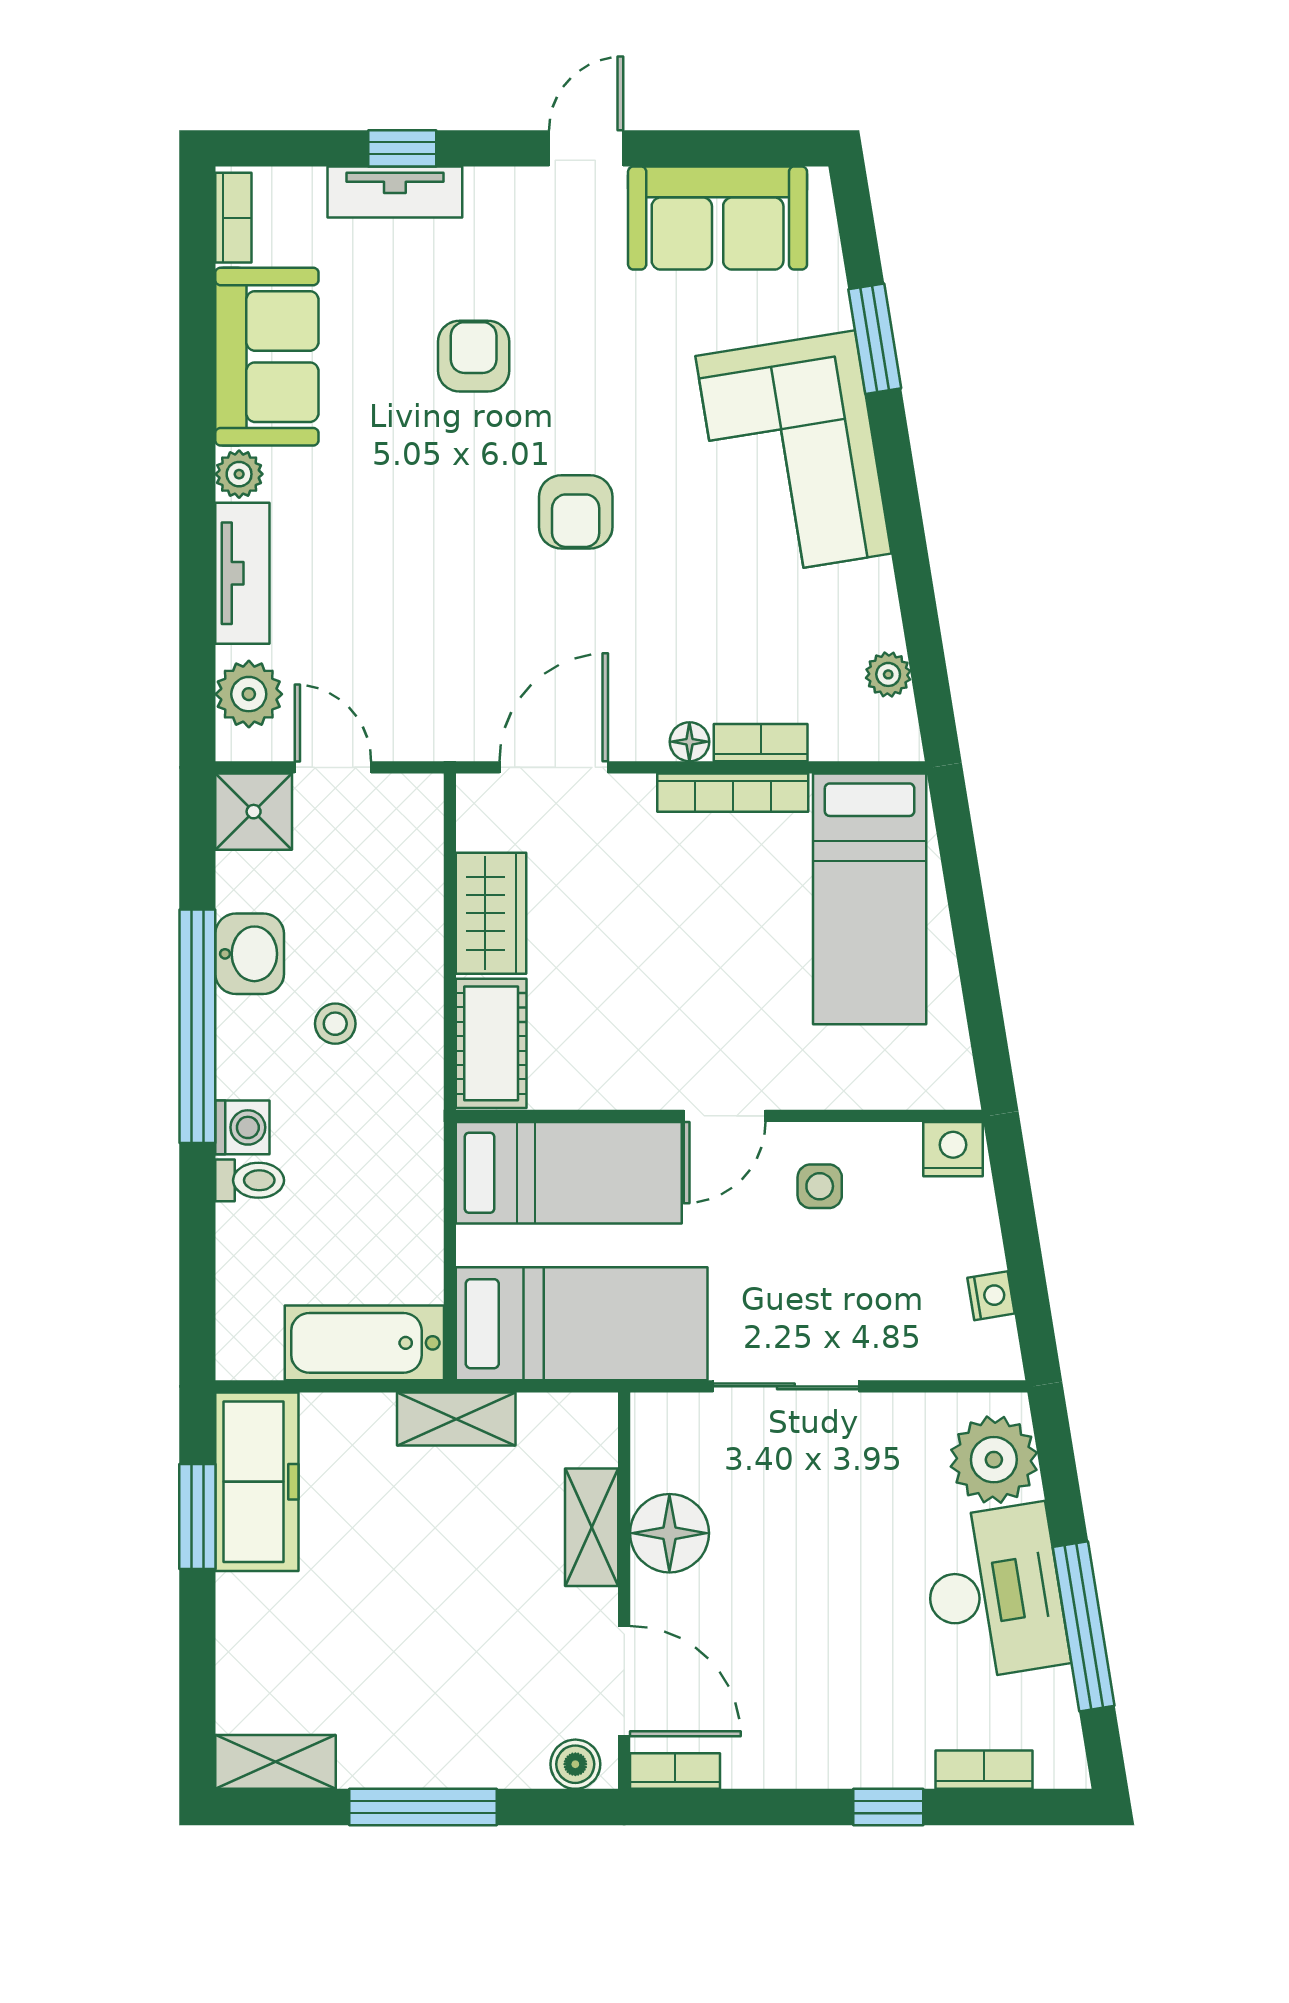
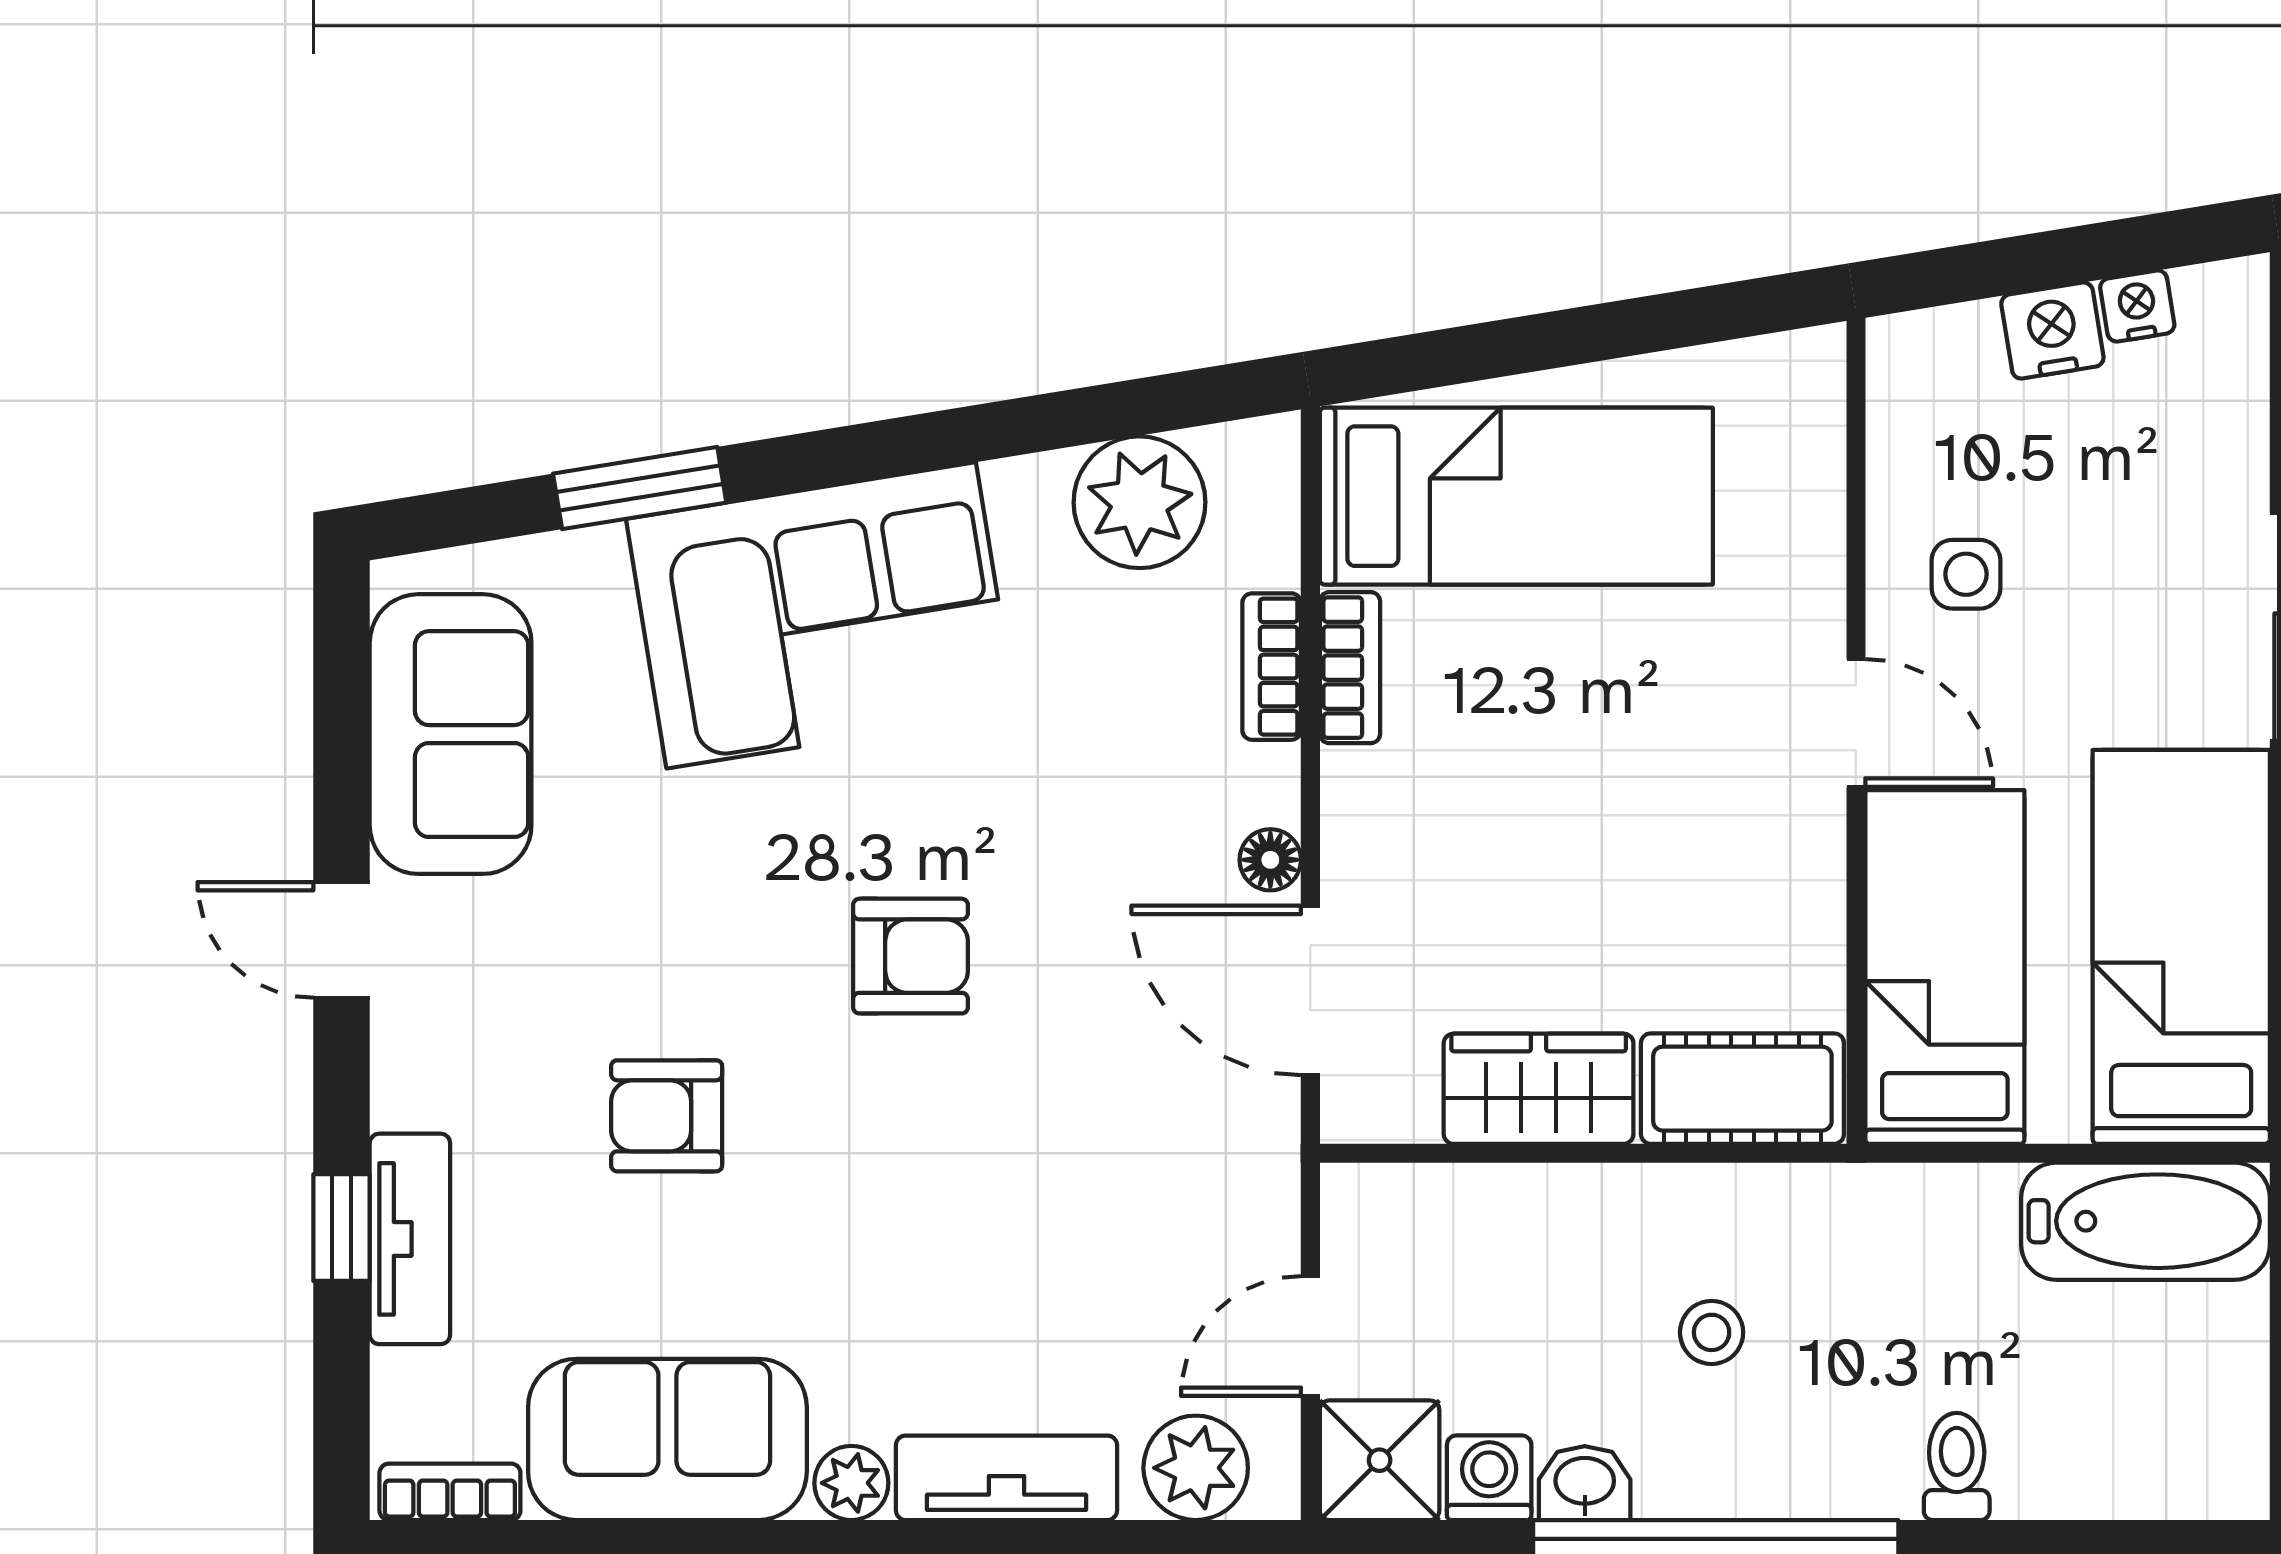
plant: (888, 674) -> (1140, 502), width x1.87, depth x1.87
floor lamp: (689, 742) -> (1270, 860), moved
bookcase: (733, 793) -> (1350, 668), width x0.64
washbasin: (250, 954) -> (1585, 1483), width x0.72, depth x0.69
washing machine: (242, 1127) -> (1489, 1478), moved
nightstand: (953, 1149) -> (2052, 331), moved, turned 81
bathtub: (364, 1343) -> (2146, 1221), moved, turned -90

